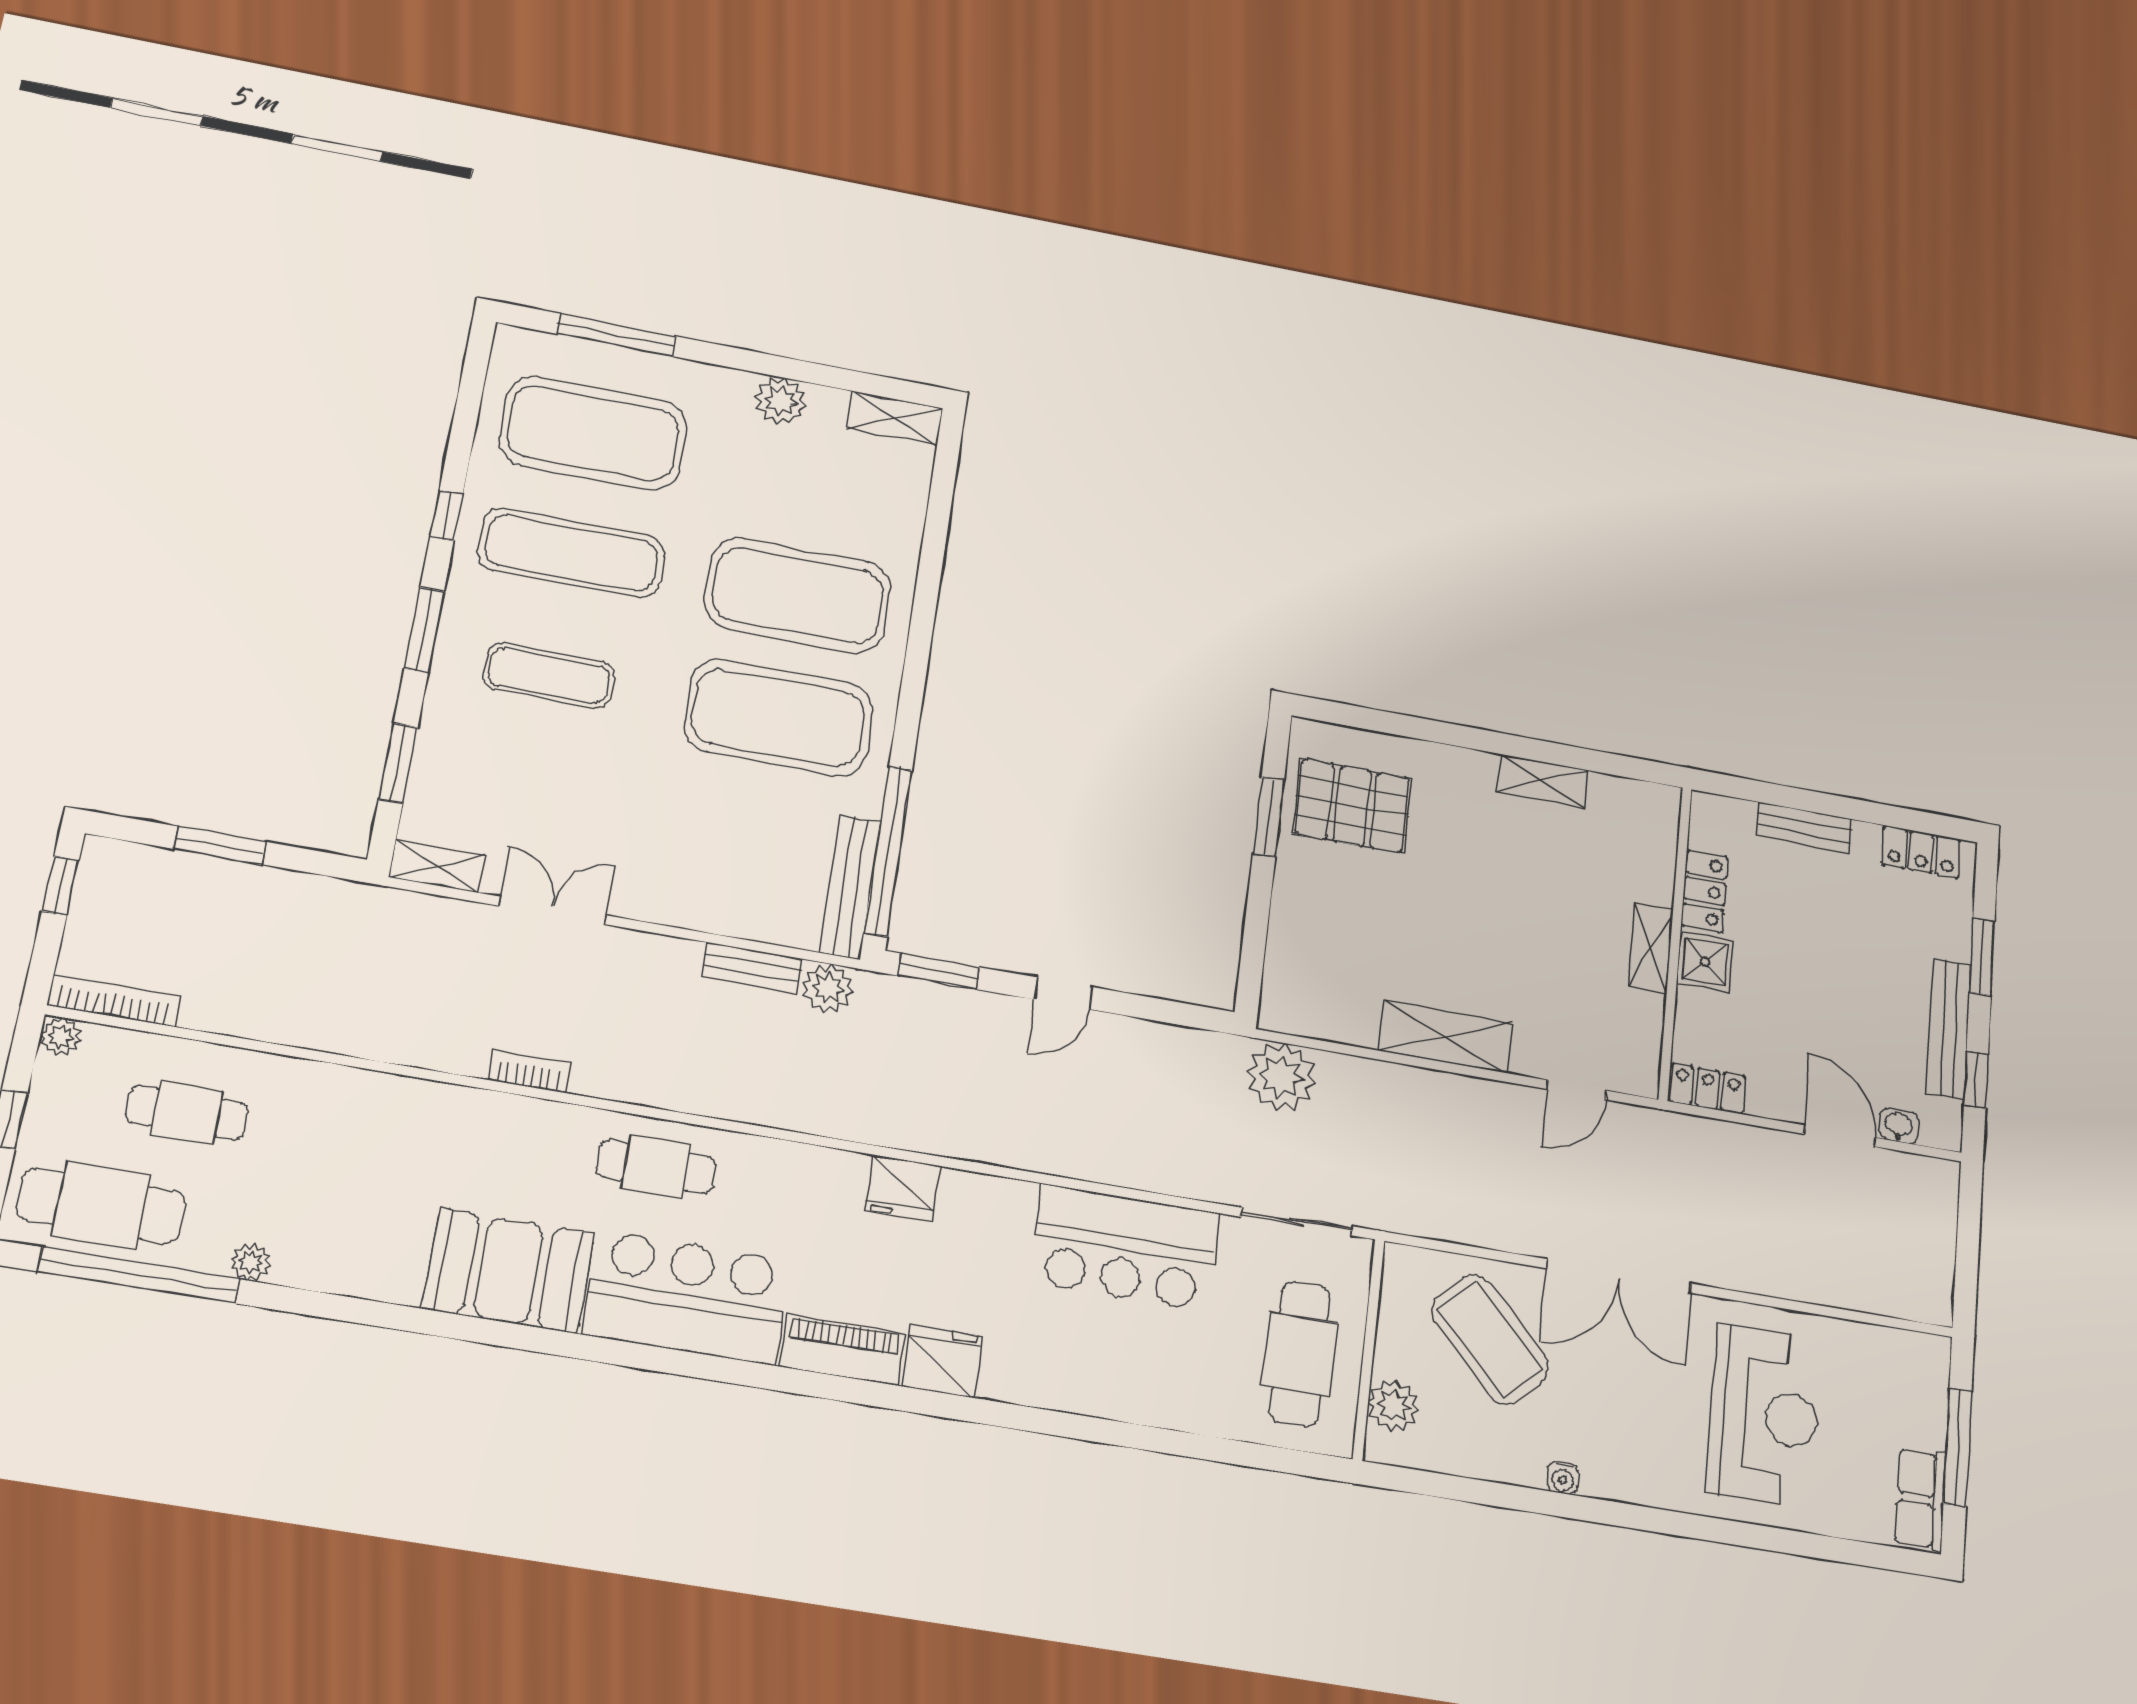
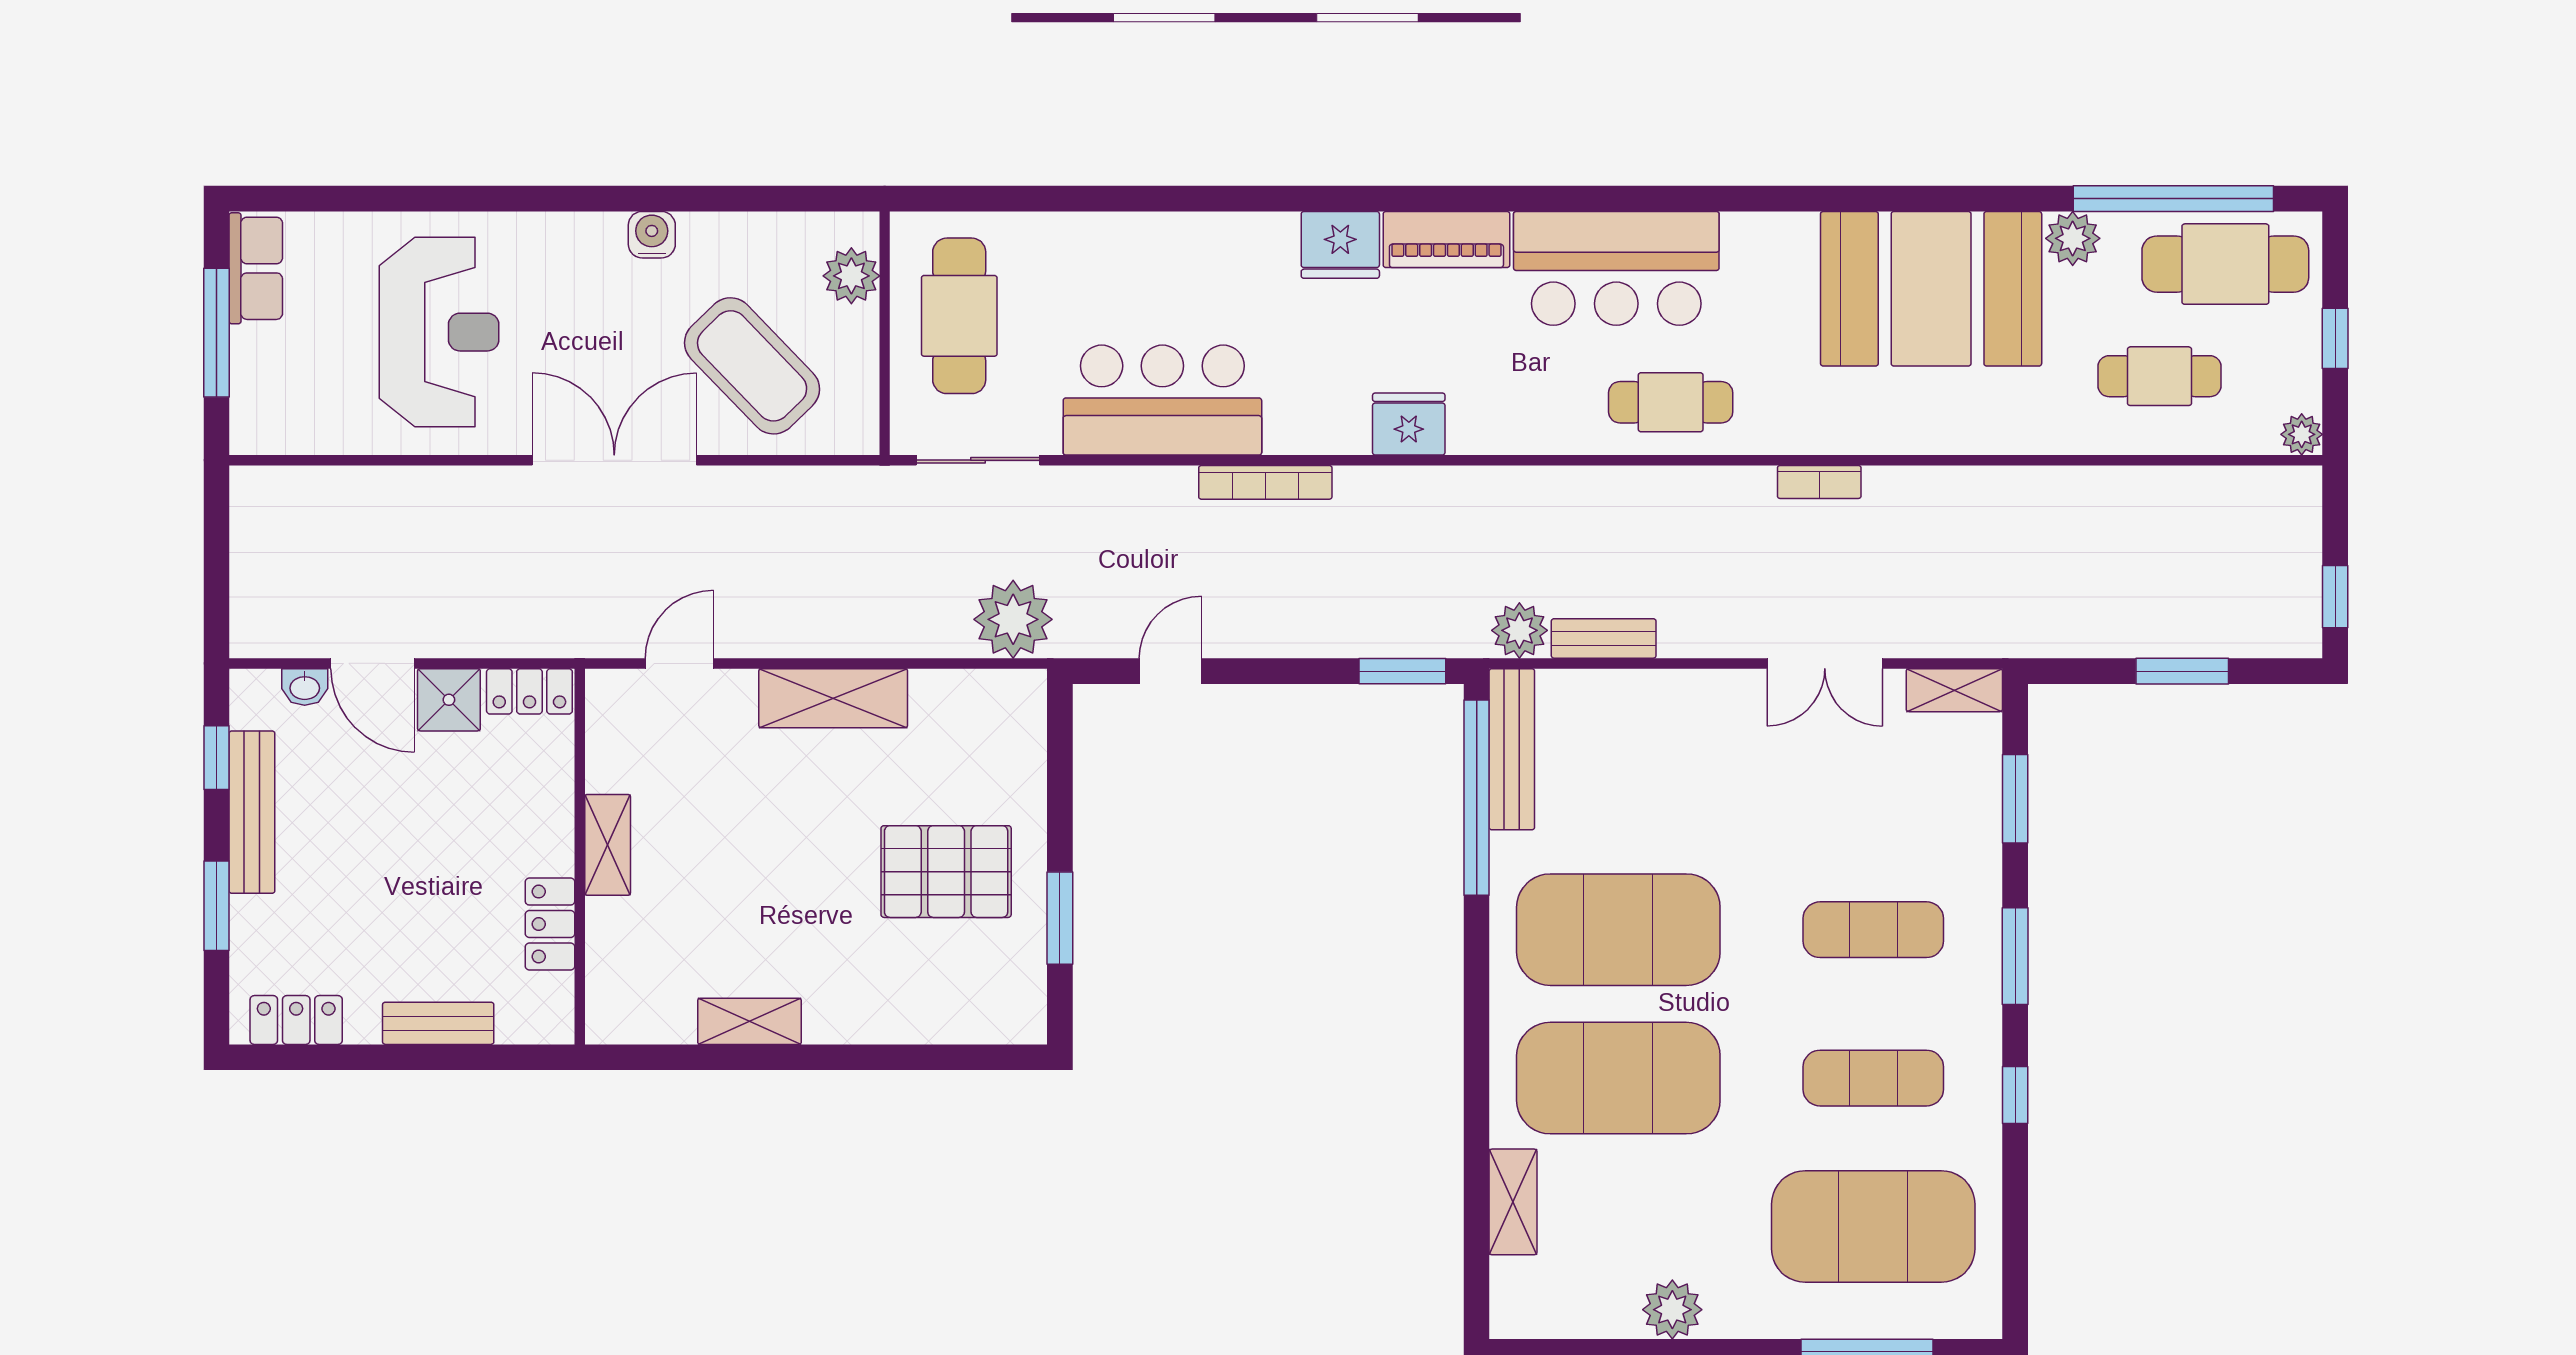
shelving: (894, 418) -> (1513, 1202), moved, turned 90
exercise mat: (571, 553) -> (1873, 1078), width x0.73, depth x0.69
pallet: (1352, 806) -> (946, 872), moved
shower: (1705, 962) -> (449, 700), moved
door: (1063, 993) -> (1170, 671), moved
bookcase: (114, 1001) -> (1265, 482), moved
plant: (251, 1262) -> (2073, 238), width x1.38, depth x1.38
booth: (508, 1271) -> (1931, 289), moved, width x1.36, depth x1.42
reception desk: (1764, 1416) -> (439, 332), turned 180
water cooler: (1563, 1478) -> (652, 235), width x1.38, depth x1.38

